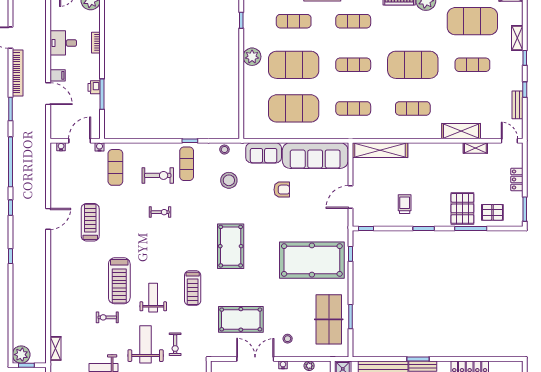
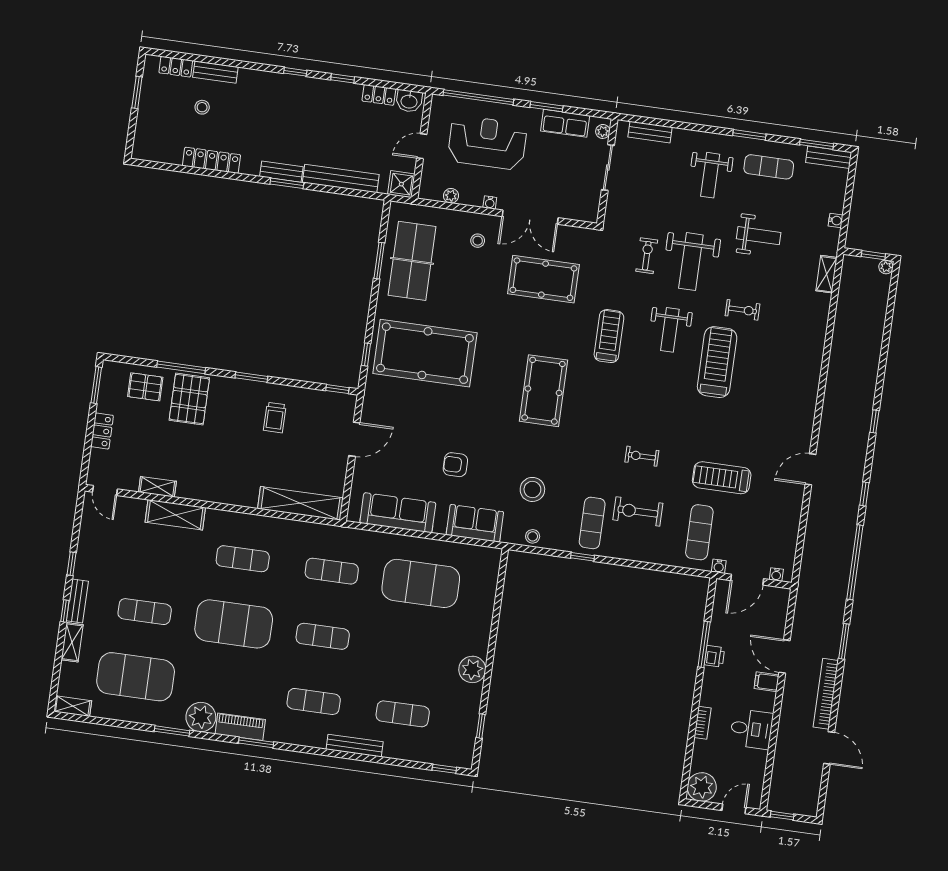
exercise mat: (294, 65) -> (412, 649), removed
bench: (518, 105) -> (77, 601), moved
sofa: (315, 156) -> (398, 513), width x0.74, depth x0.79
treadmill: (90, 222) -> (722, 478), moved, turned 90
plant: (21, 355) -> (886, 267), width x0.53, depth x0.53

